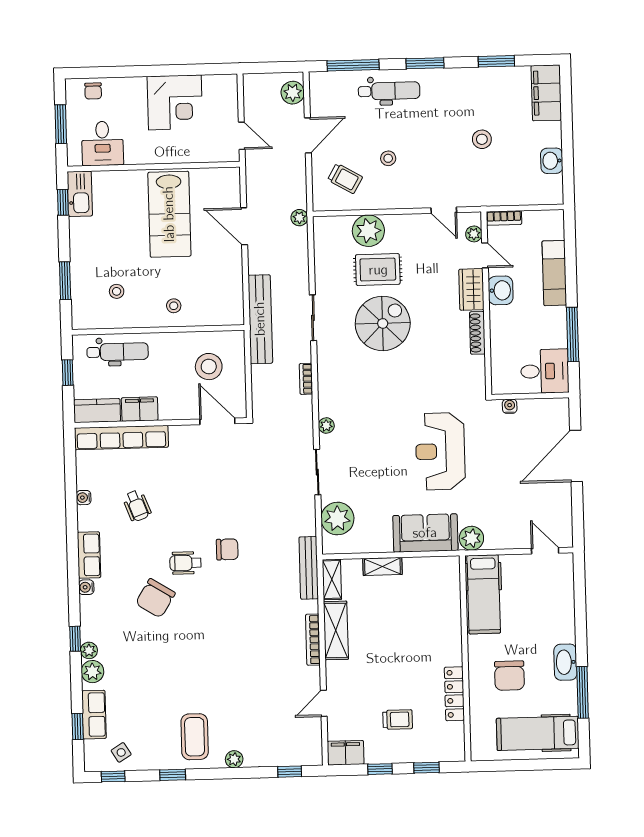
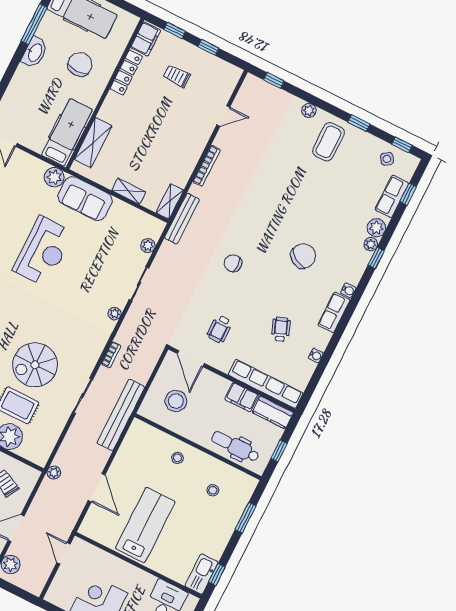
plant: (337, 519) -> (148, 246), width x0.53, depth x0.53
wheelchair: (186, 563) -> (220, 329), moved, turned 90
shelving: (336, 630) -> (93, 143), moved
filing cabinet: (346, 753) -> (146, 39), moved, turned -90

